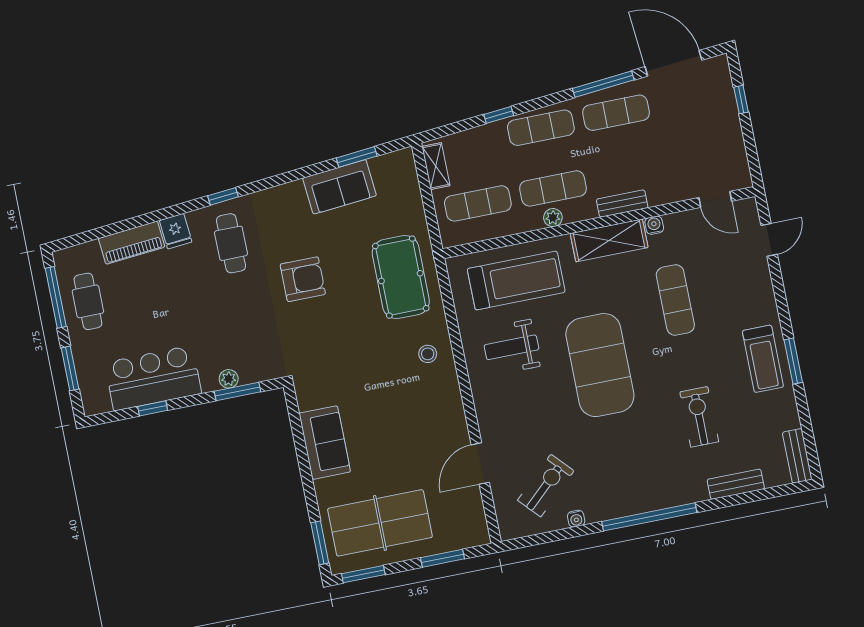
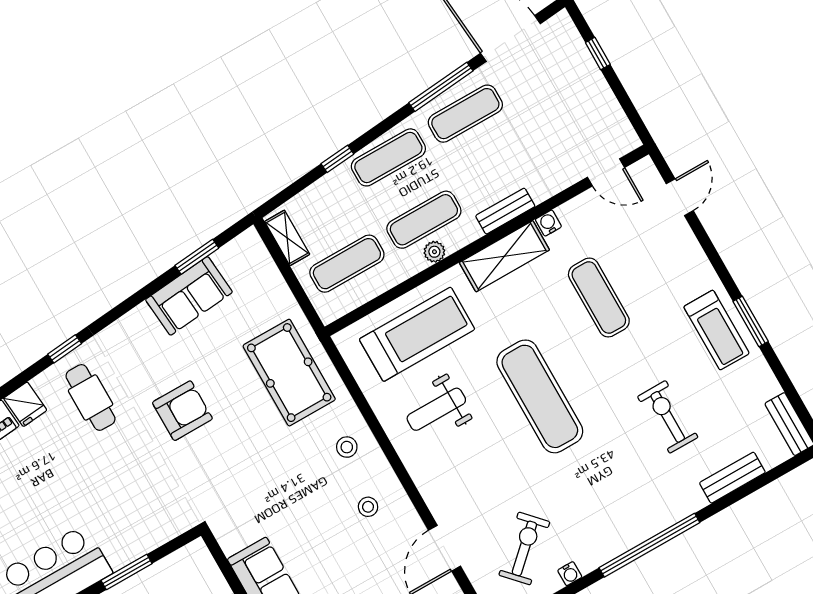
exercise mat: (600, 365) -> (540, 396), width x0.68
plant: (229, 379) -> (137, 547), removed
window: (238, 391) -> (127, 572), moved
stool: (429, 409) -> (368, 507), added

